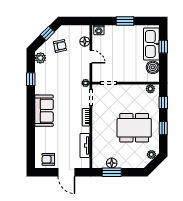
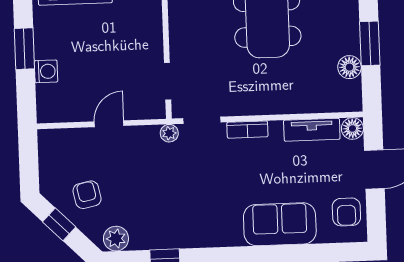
washing machine: (99, 30) -> (46, 71), moved
floor lamp: (85, 42) -> (352, 128), moved
sofa: (44, 111) -> (280, 224), moved
window: (112, 172) -> (370, 43), moved

